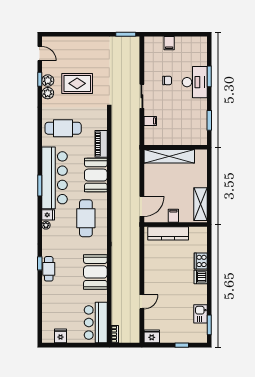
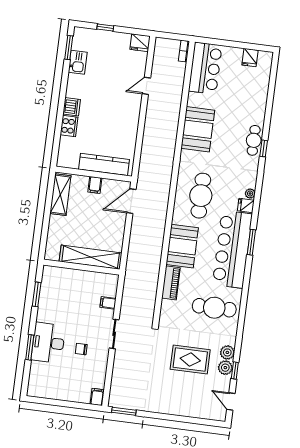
filing cabinet: (169, 43) -> (97, 397), moved

